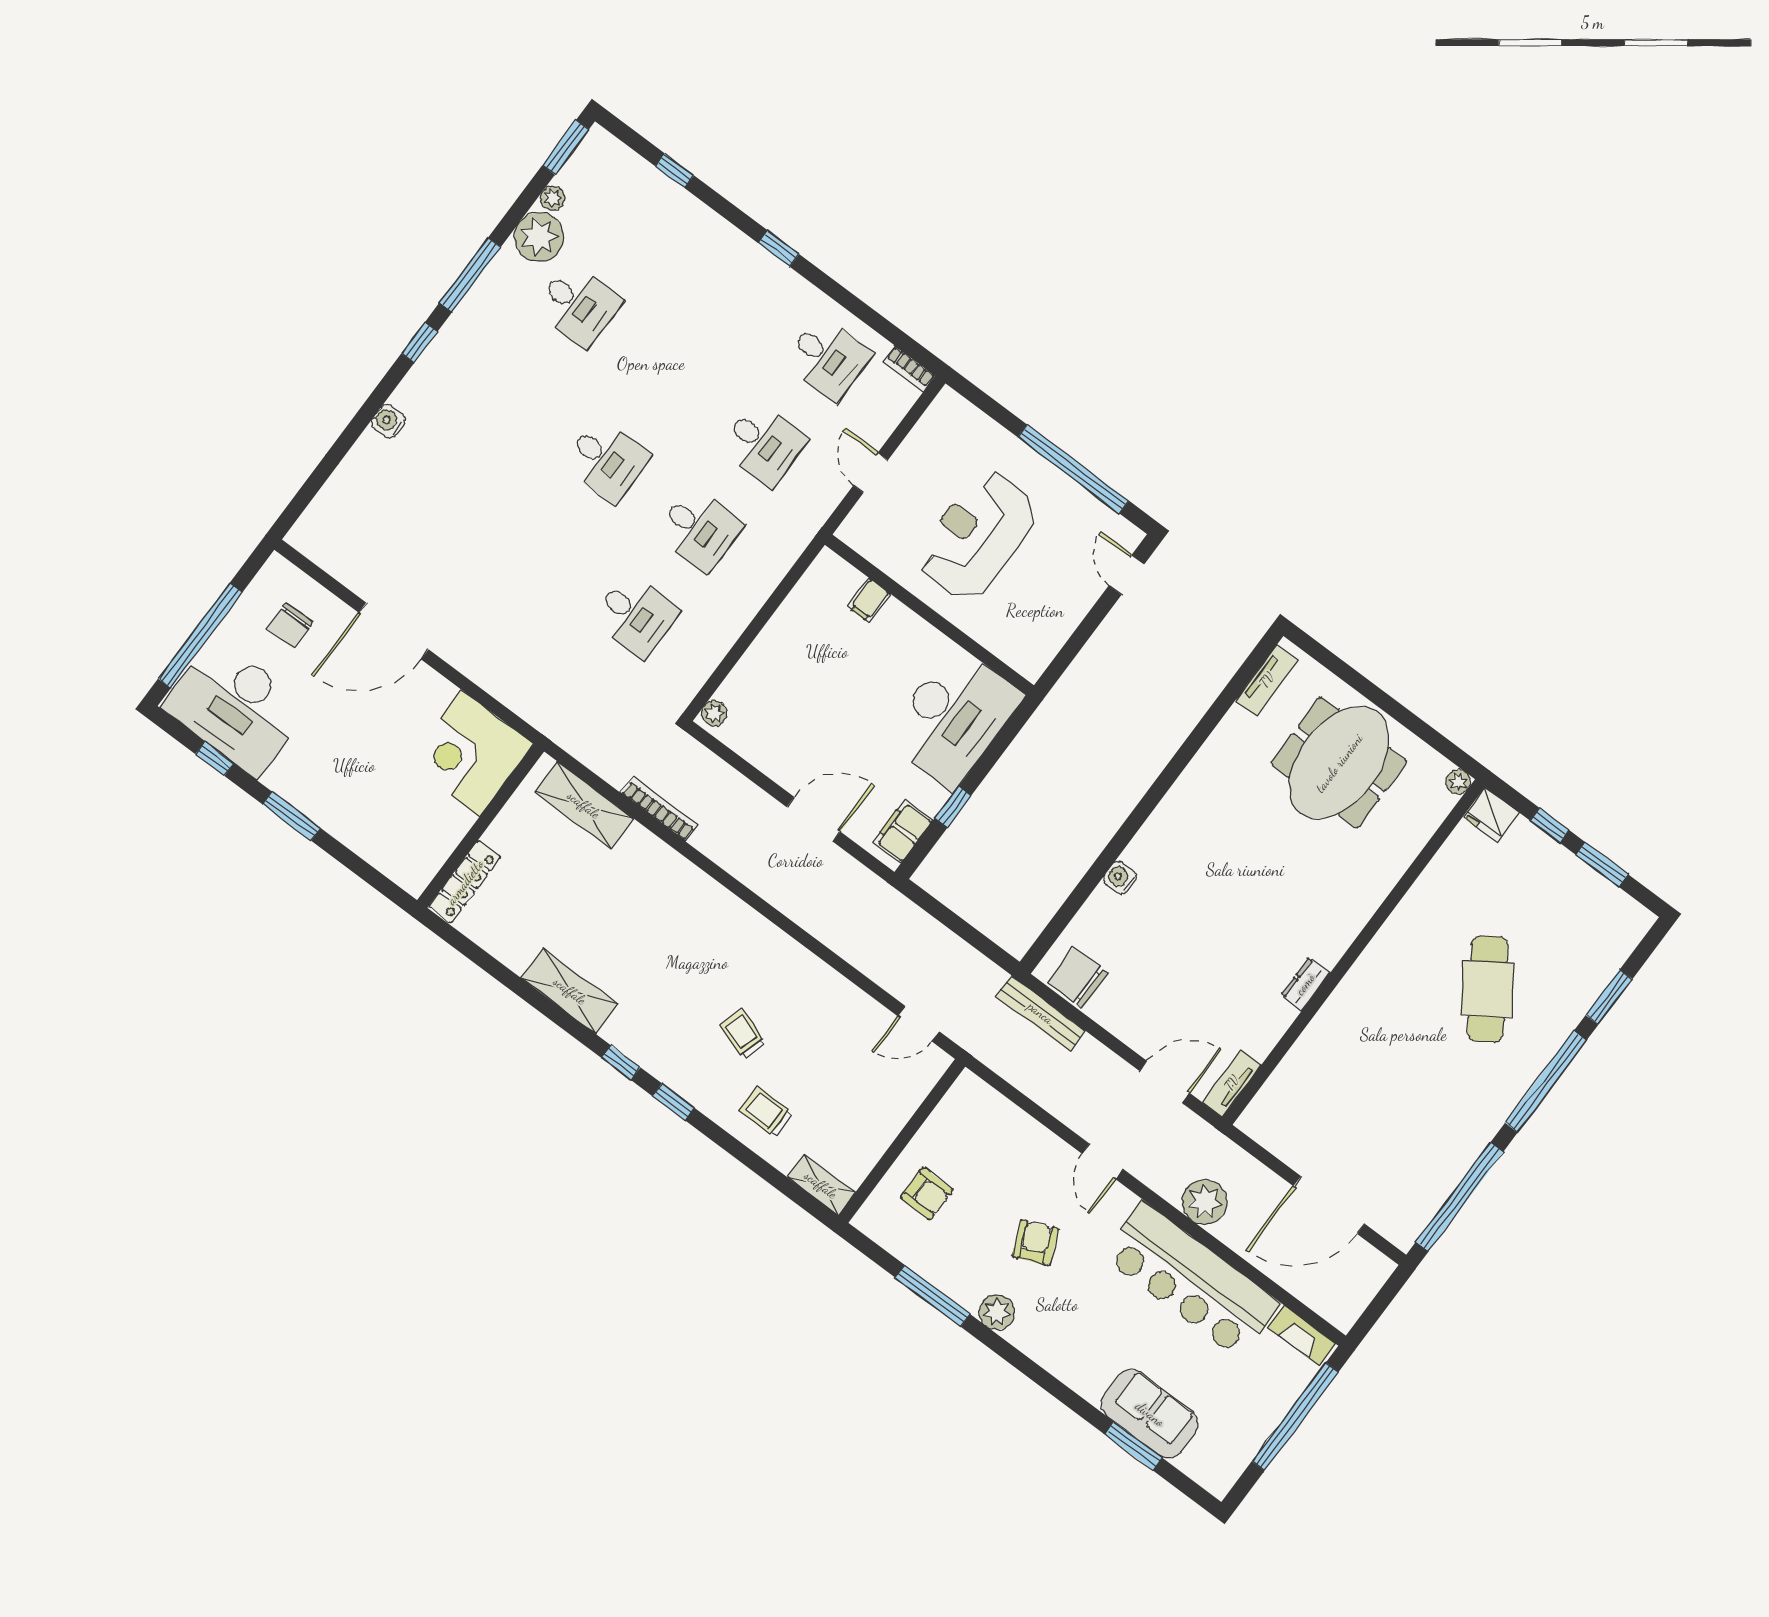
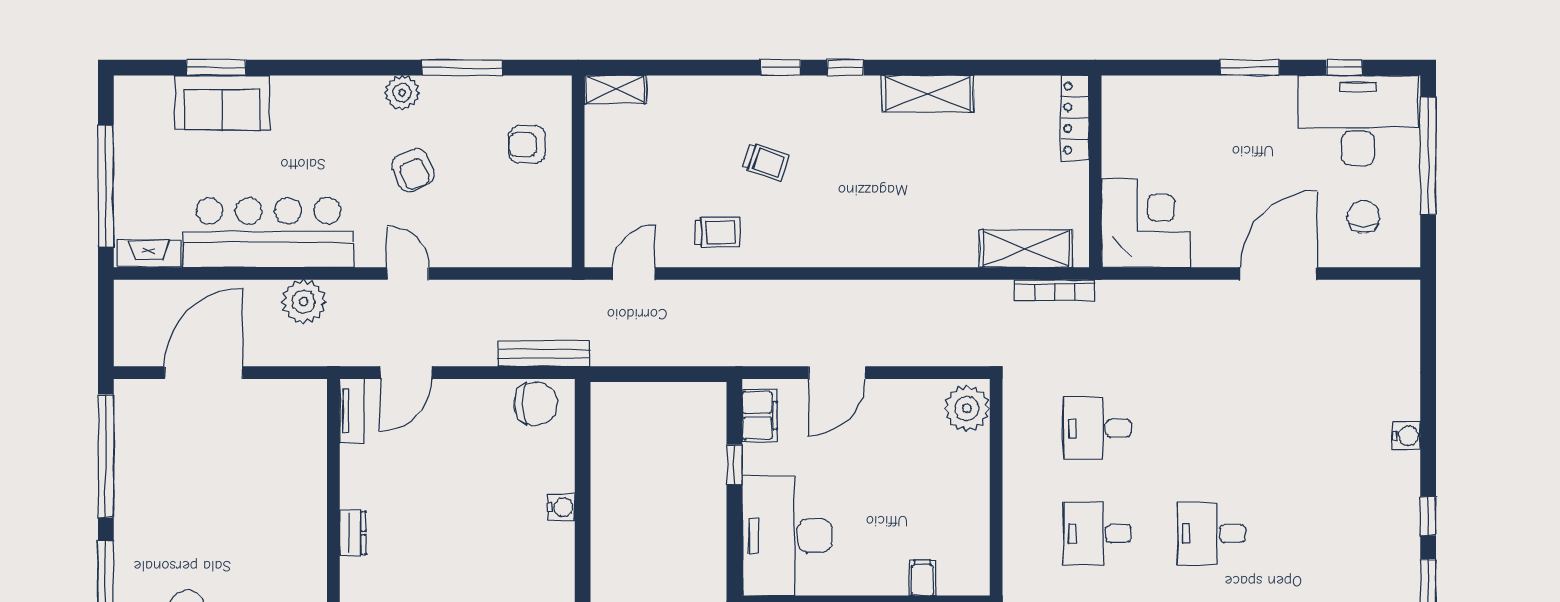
plant: (714, 713) -> (967, 408), width x1.88, depth x1.88
bookcase: (659, 809) -> (1055, 290), moved
trolley: (766, 1112) -> (717, 232), moved

